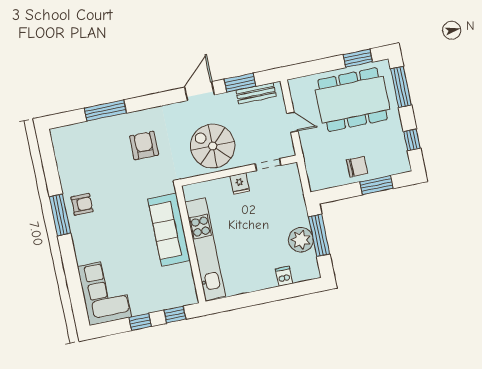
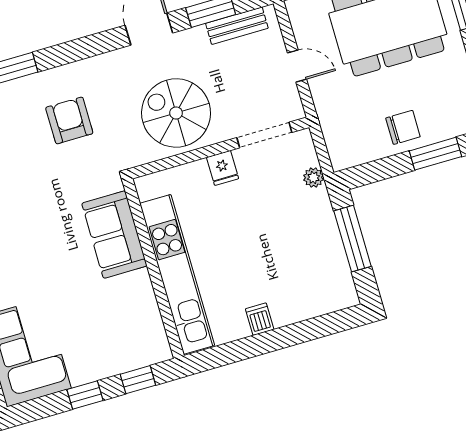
doorway: (268, 165) -> (264, 135), width x1.38
sofa: (169, 230) -> (114, 235), width x0.73
plant: (301, 240) -> (313, 178), moved, width x0.53, depth x0.53
dishwasher: (284, 276) -> (260, 319), moved

